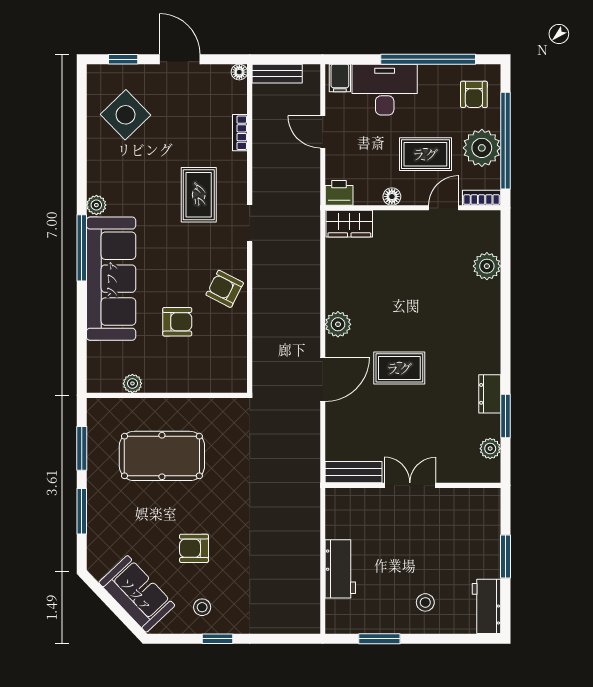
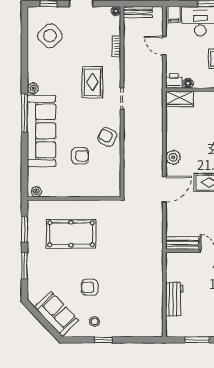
floor lamp: (392, 197) -> (188, 83), moved
plant: (132, 383) -> (36, 192), moved

